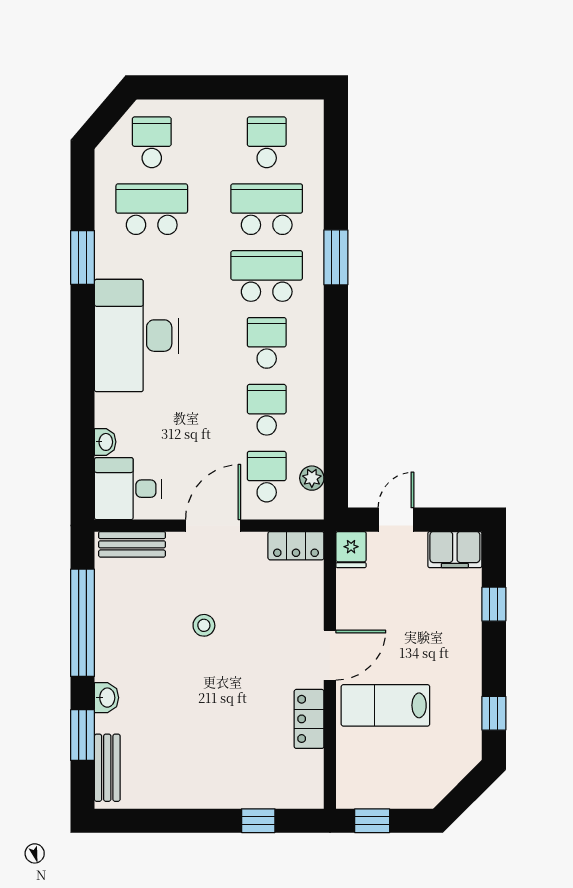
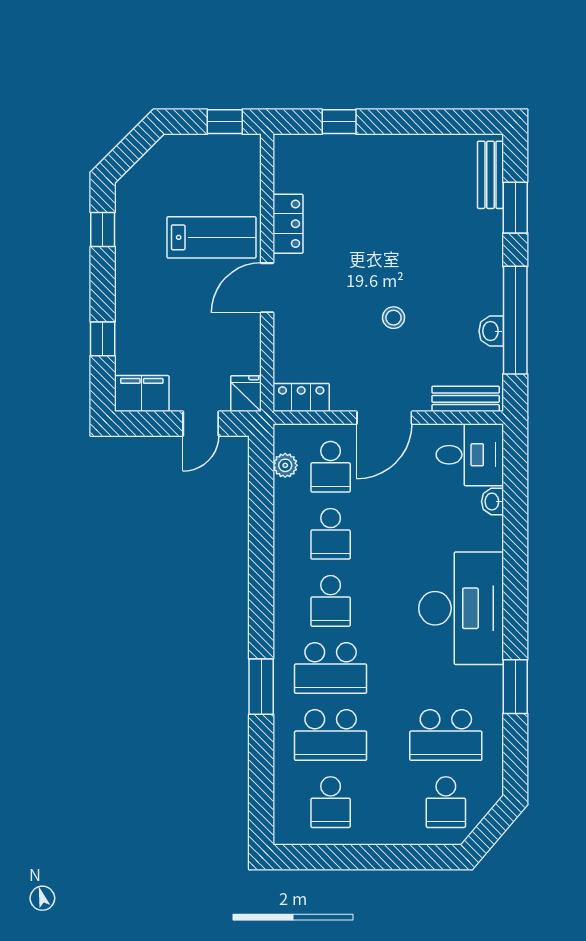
washbasin: (107, 698) -> (491, 331), moved

